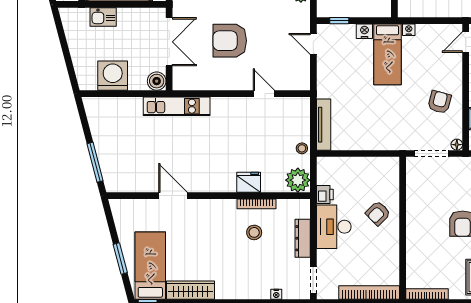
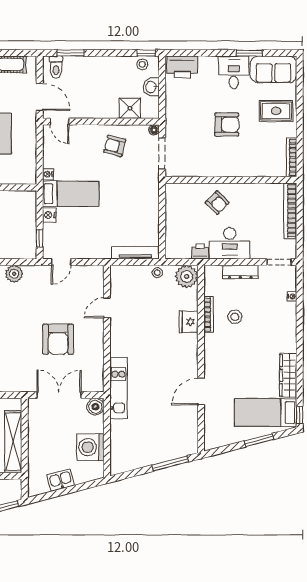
kitchen sink: (103, 17) -> (61, 480), moved, turned -105

